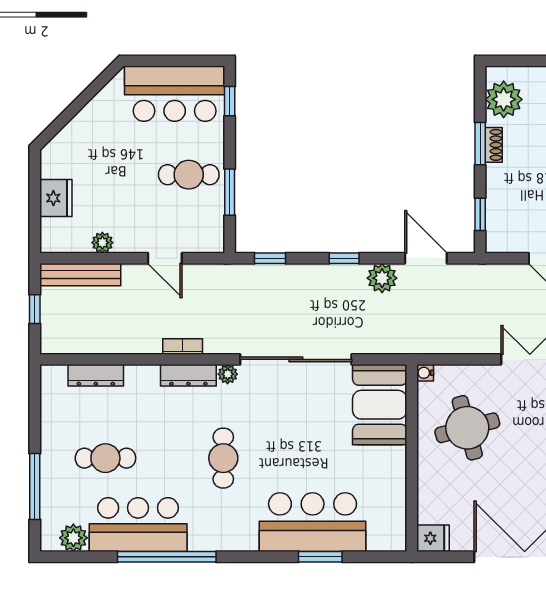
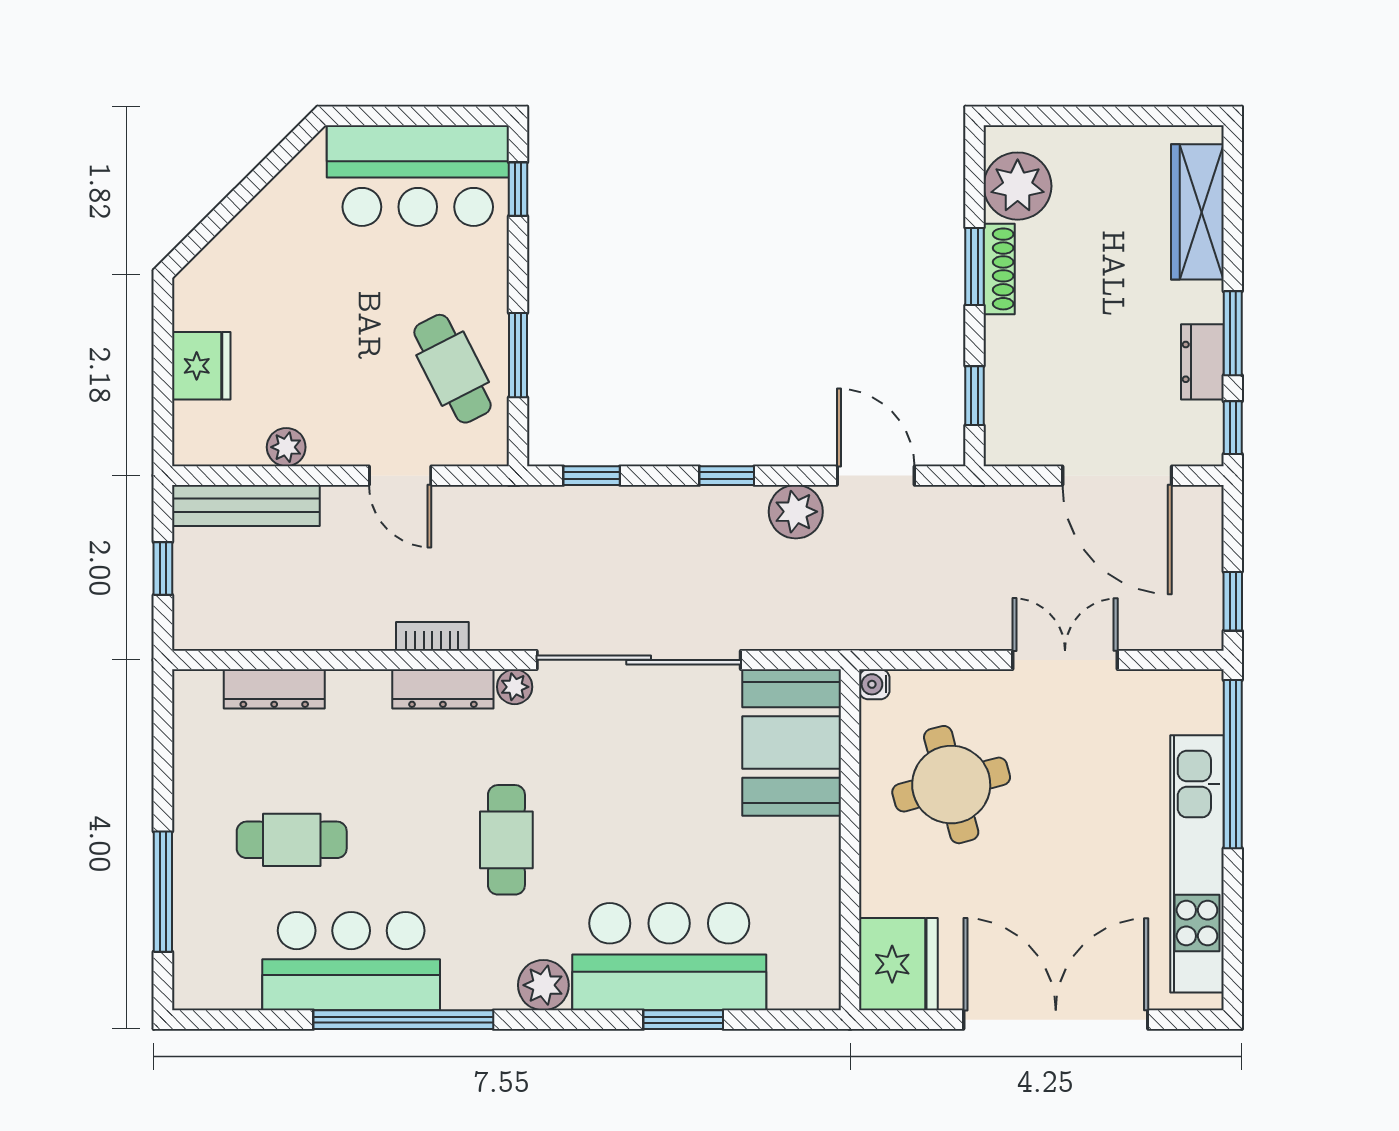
shoe rack: (494, 145) -> (999, 269), width x1.43
cafe table: (189, 175) -> (453, 369), moved, turned 63
plant: (73, 538) -> (543, 985), moved
fridge: (433, 538) -> (898, 964), width x1.88, depth x1.34

